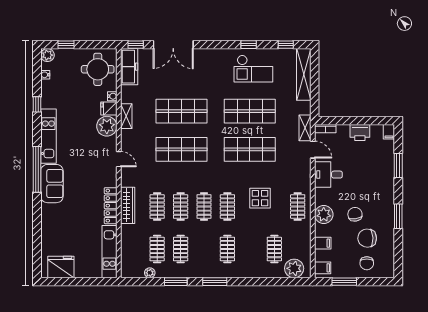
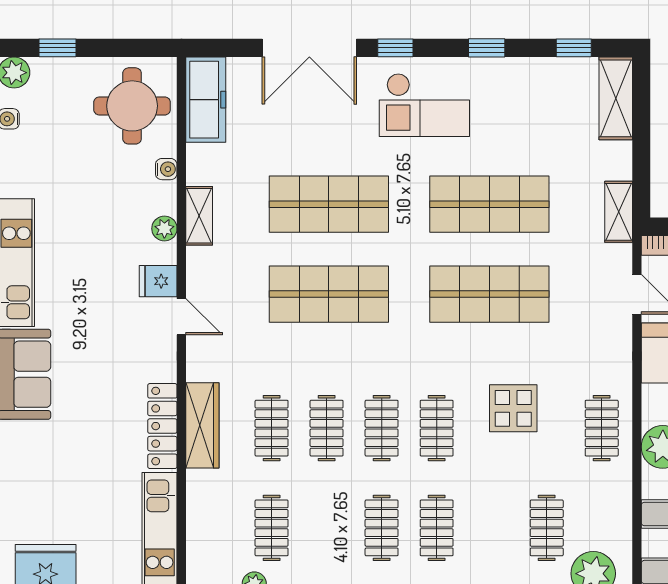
window: (136, 45) -> (395, 48), moved
checkout: (253, 69) -> (424, 105), moved
shelving: (304, 74) -> (616, 98), width x0.68
fridge: (109, 108) -> (158, 281), moved
plant: (107, 126) -> (164, 229), width x0.53, depth x0.53
shelving: (305, 128) -> (619, 212), moved
clothes rail: (181, 249) -> (382, 528), moved

